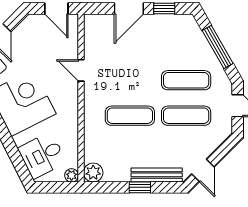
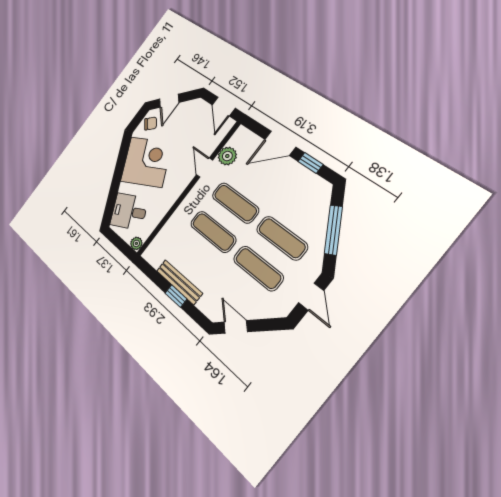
exercise mat: (130, 80) -> (235, 203), added
door: (203, 170) -> (236, 327), swing flipped
plant: (93, 173) -> (227, 156), moved
bench: (157, 175) -> (179, 282), moved

